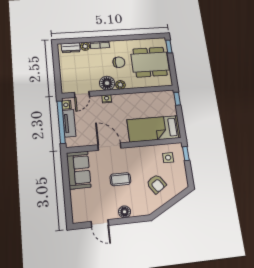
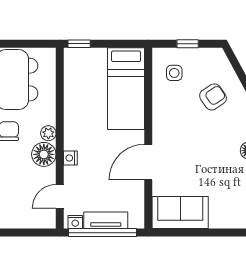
door: (82, 94) -> (60, 196), swing flipped
window: (186, 154) -> (188, 44), moved
coffee table: (120, 179) -> (200, 151), removed

